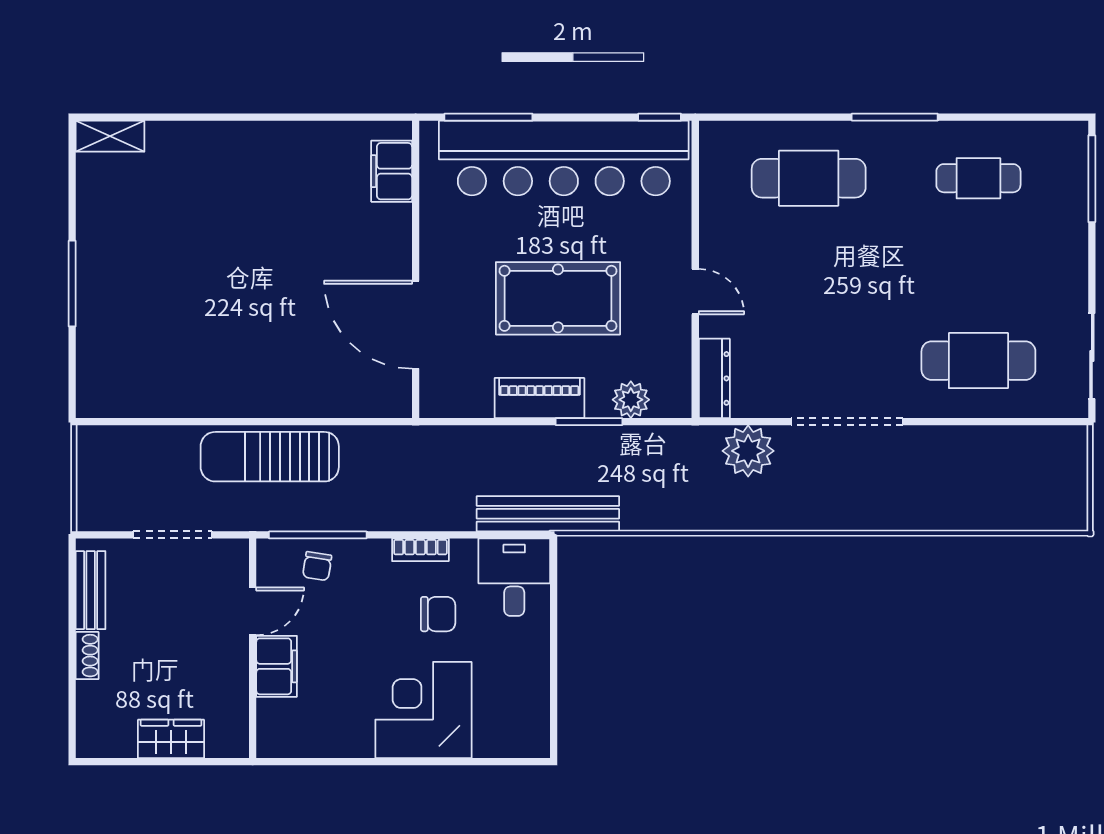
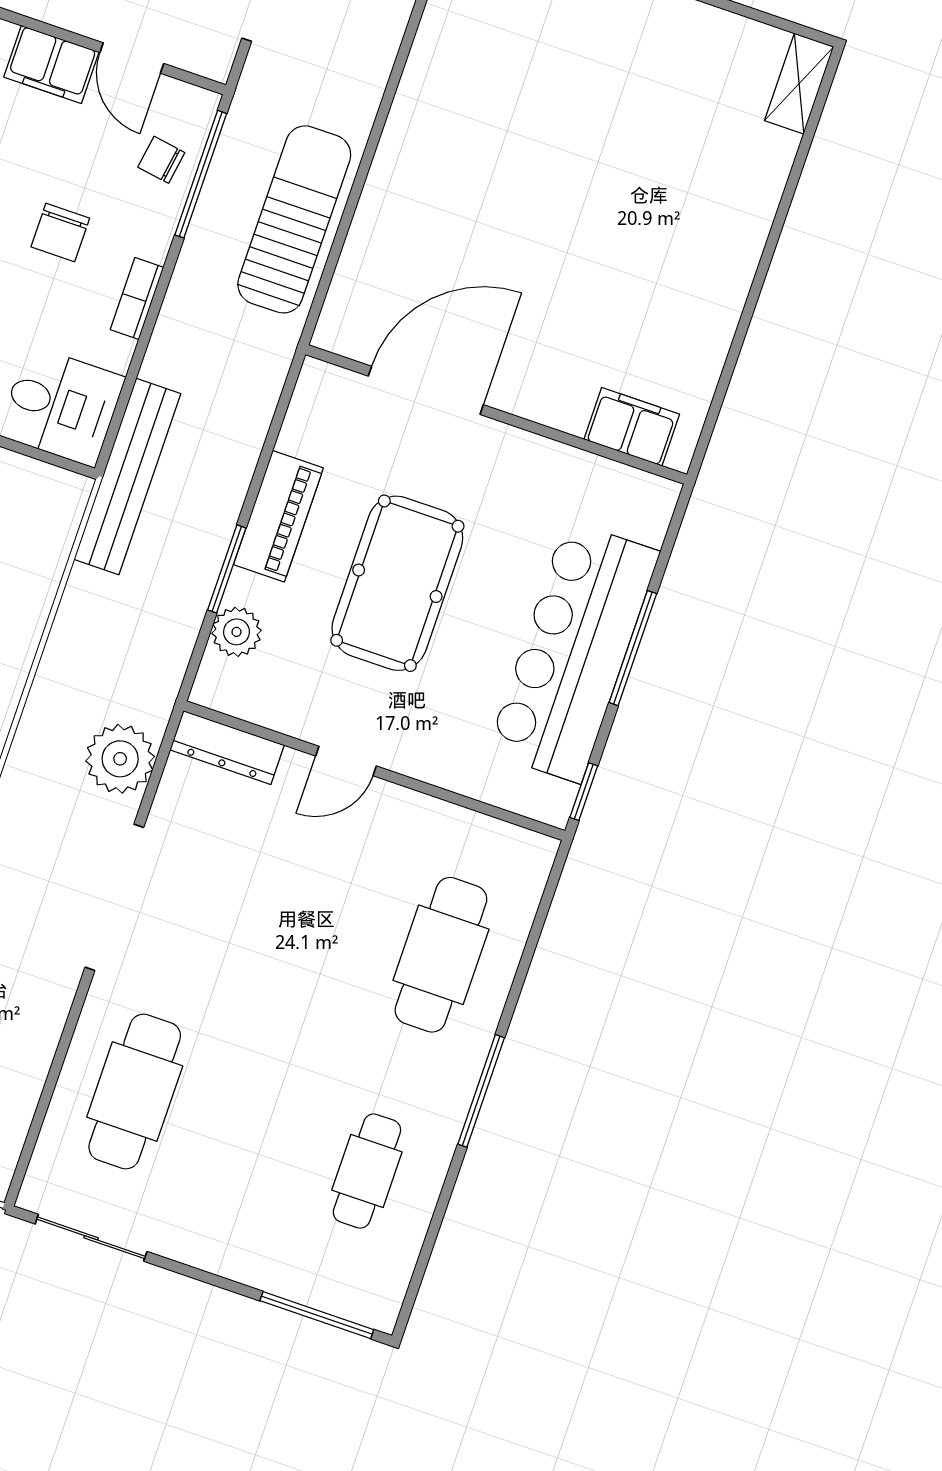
window: (488, 117) -> (633, 648), moved
bar counter: (564, 158) -> (573, 652), width x0.73
sun lounger: (270, 457) -> (294, 219), moved
chair: (438, 614) -> (60, 232), moved

